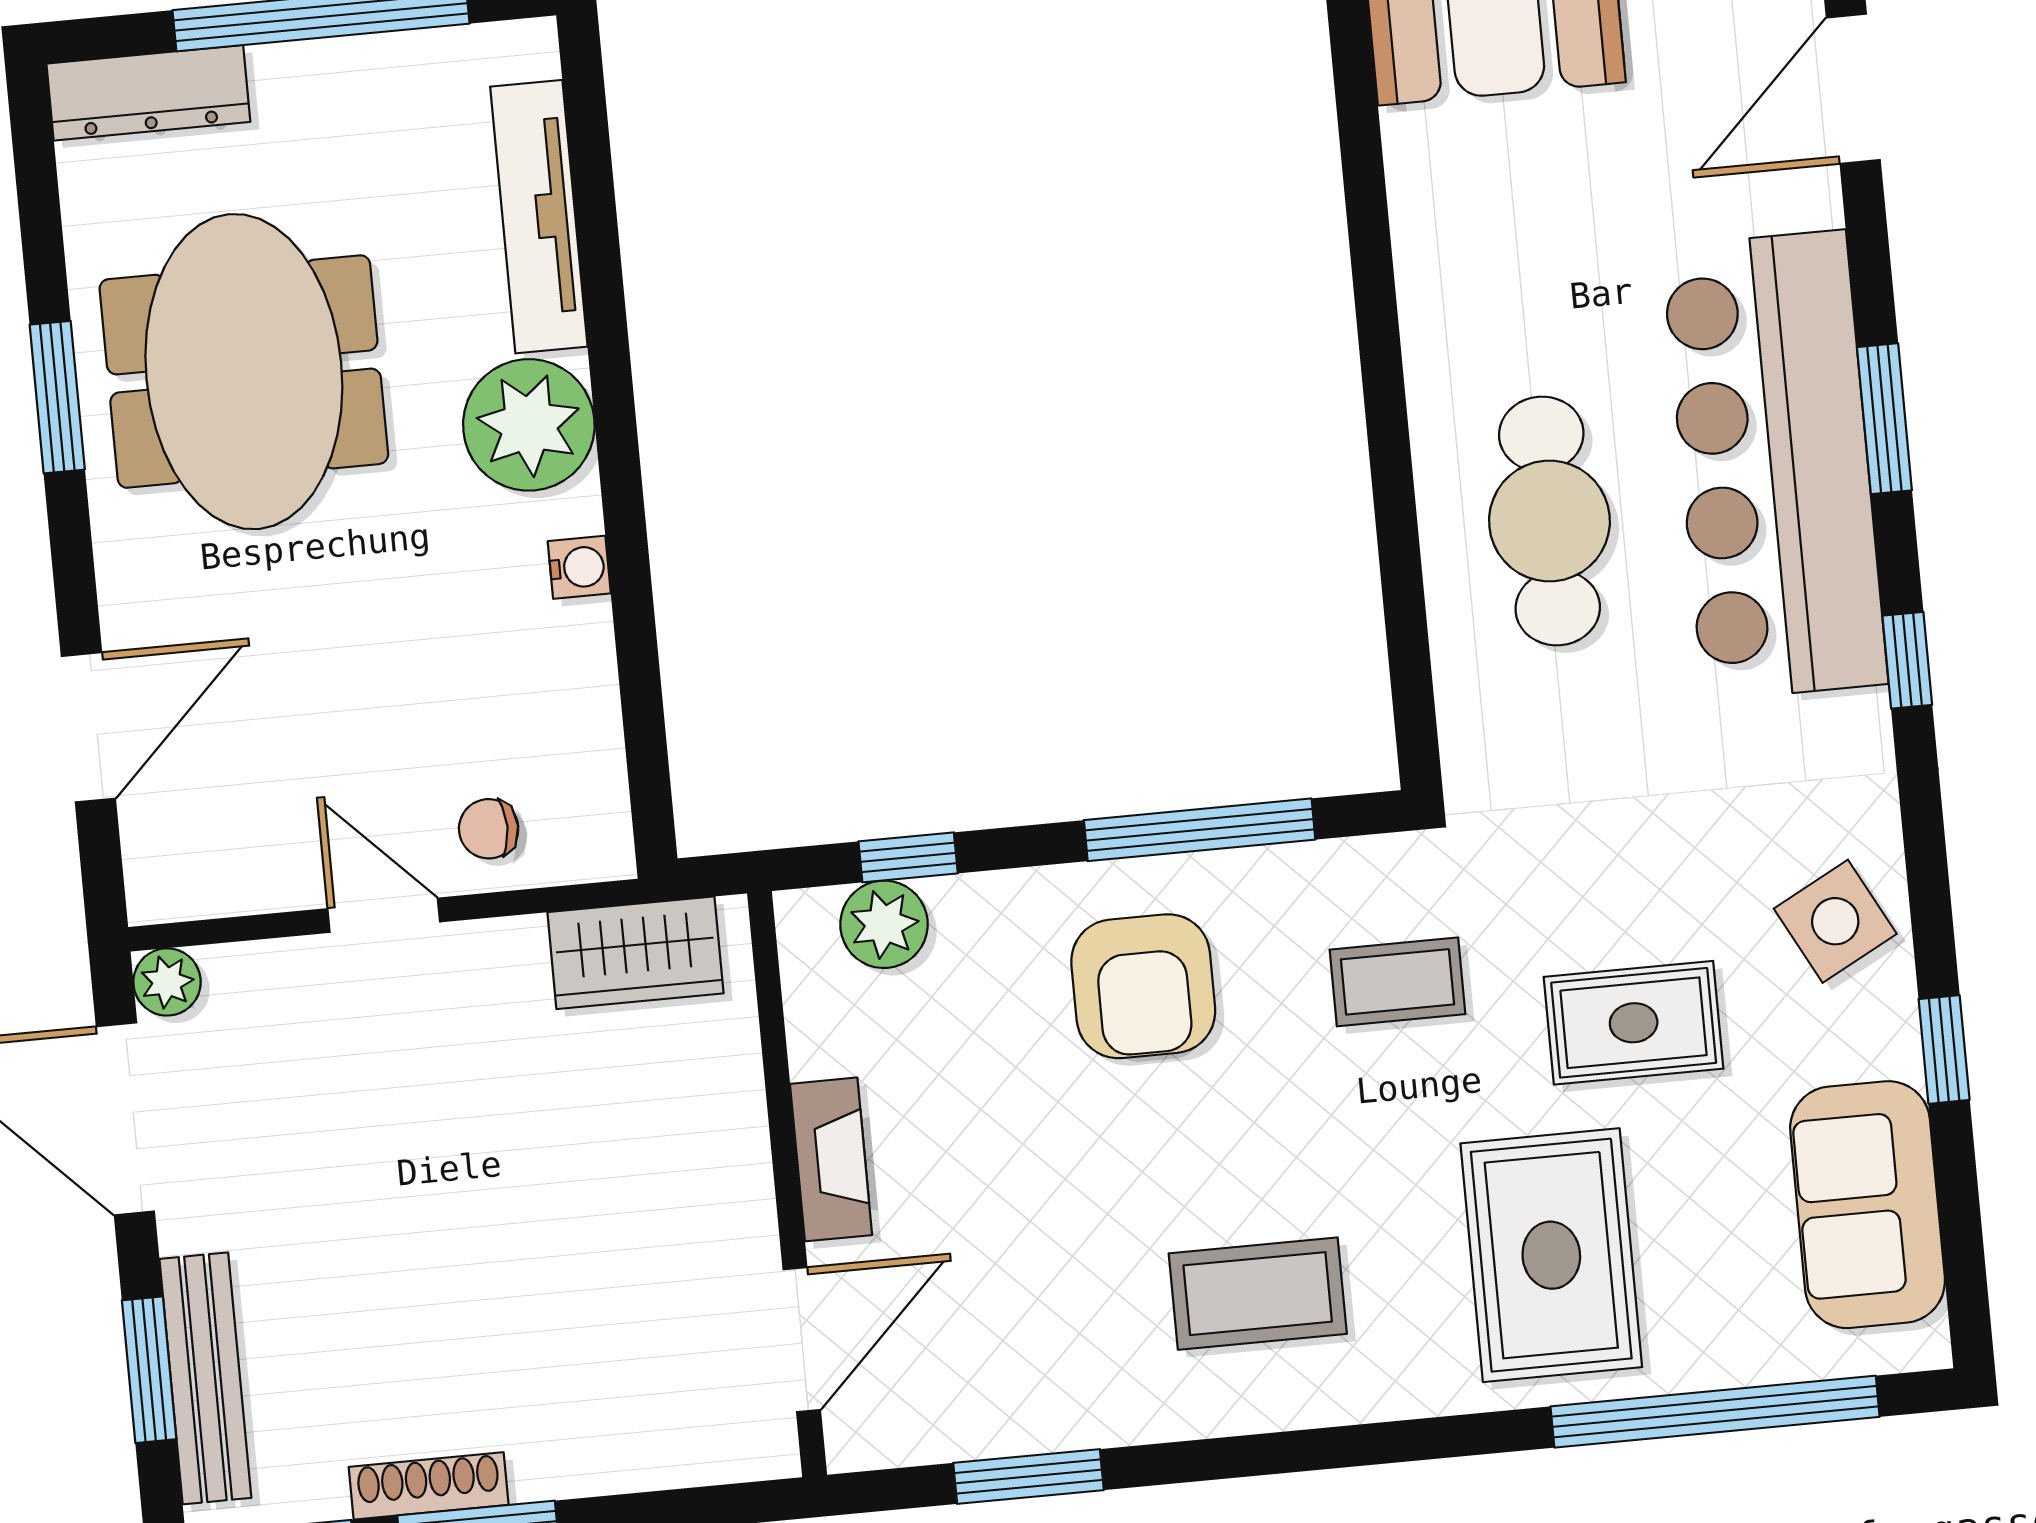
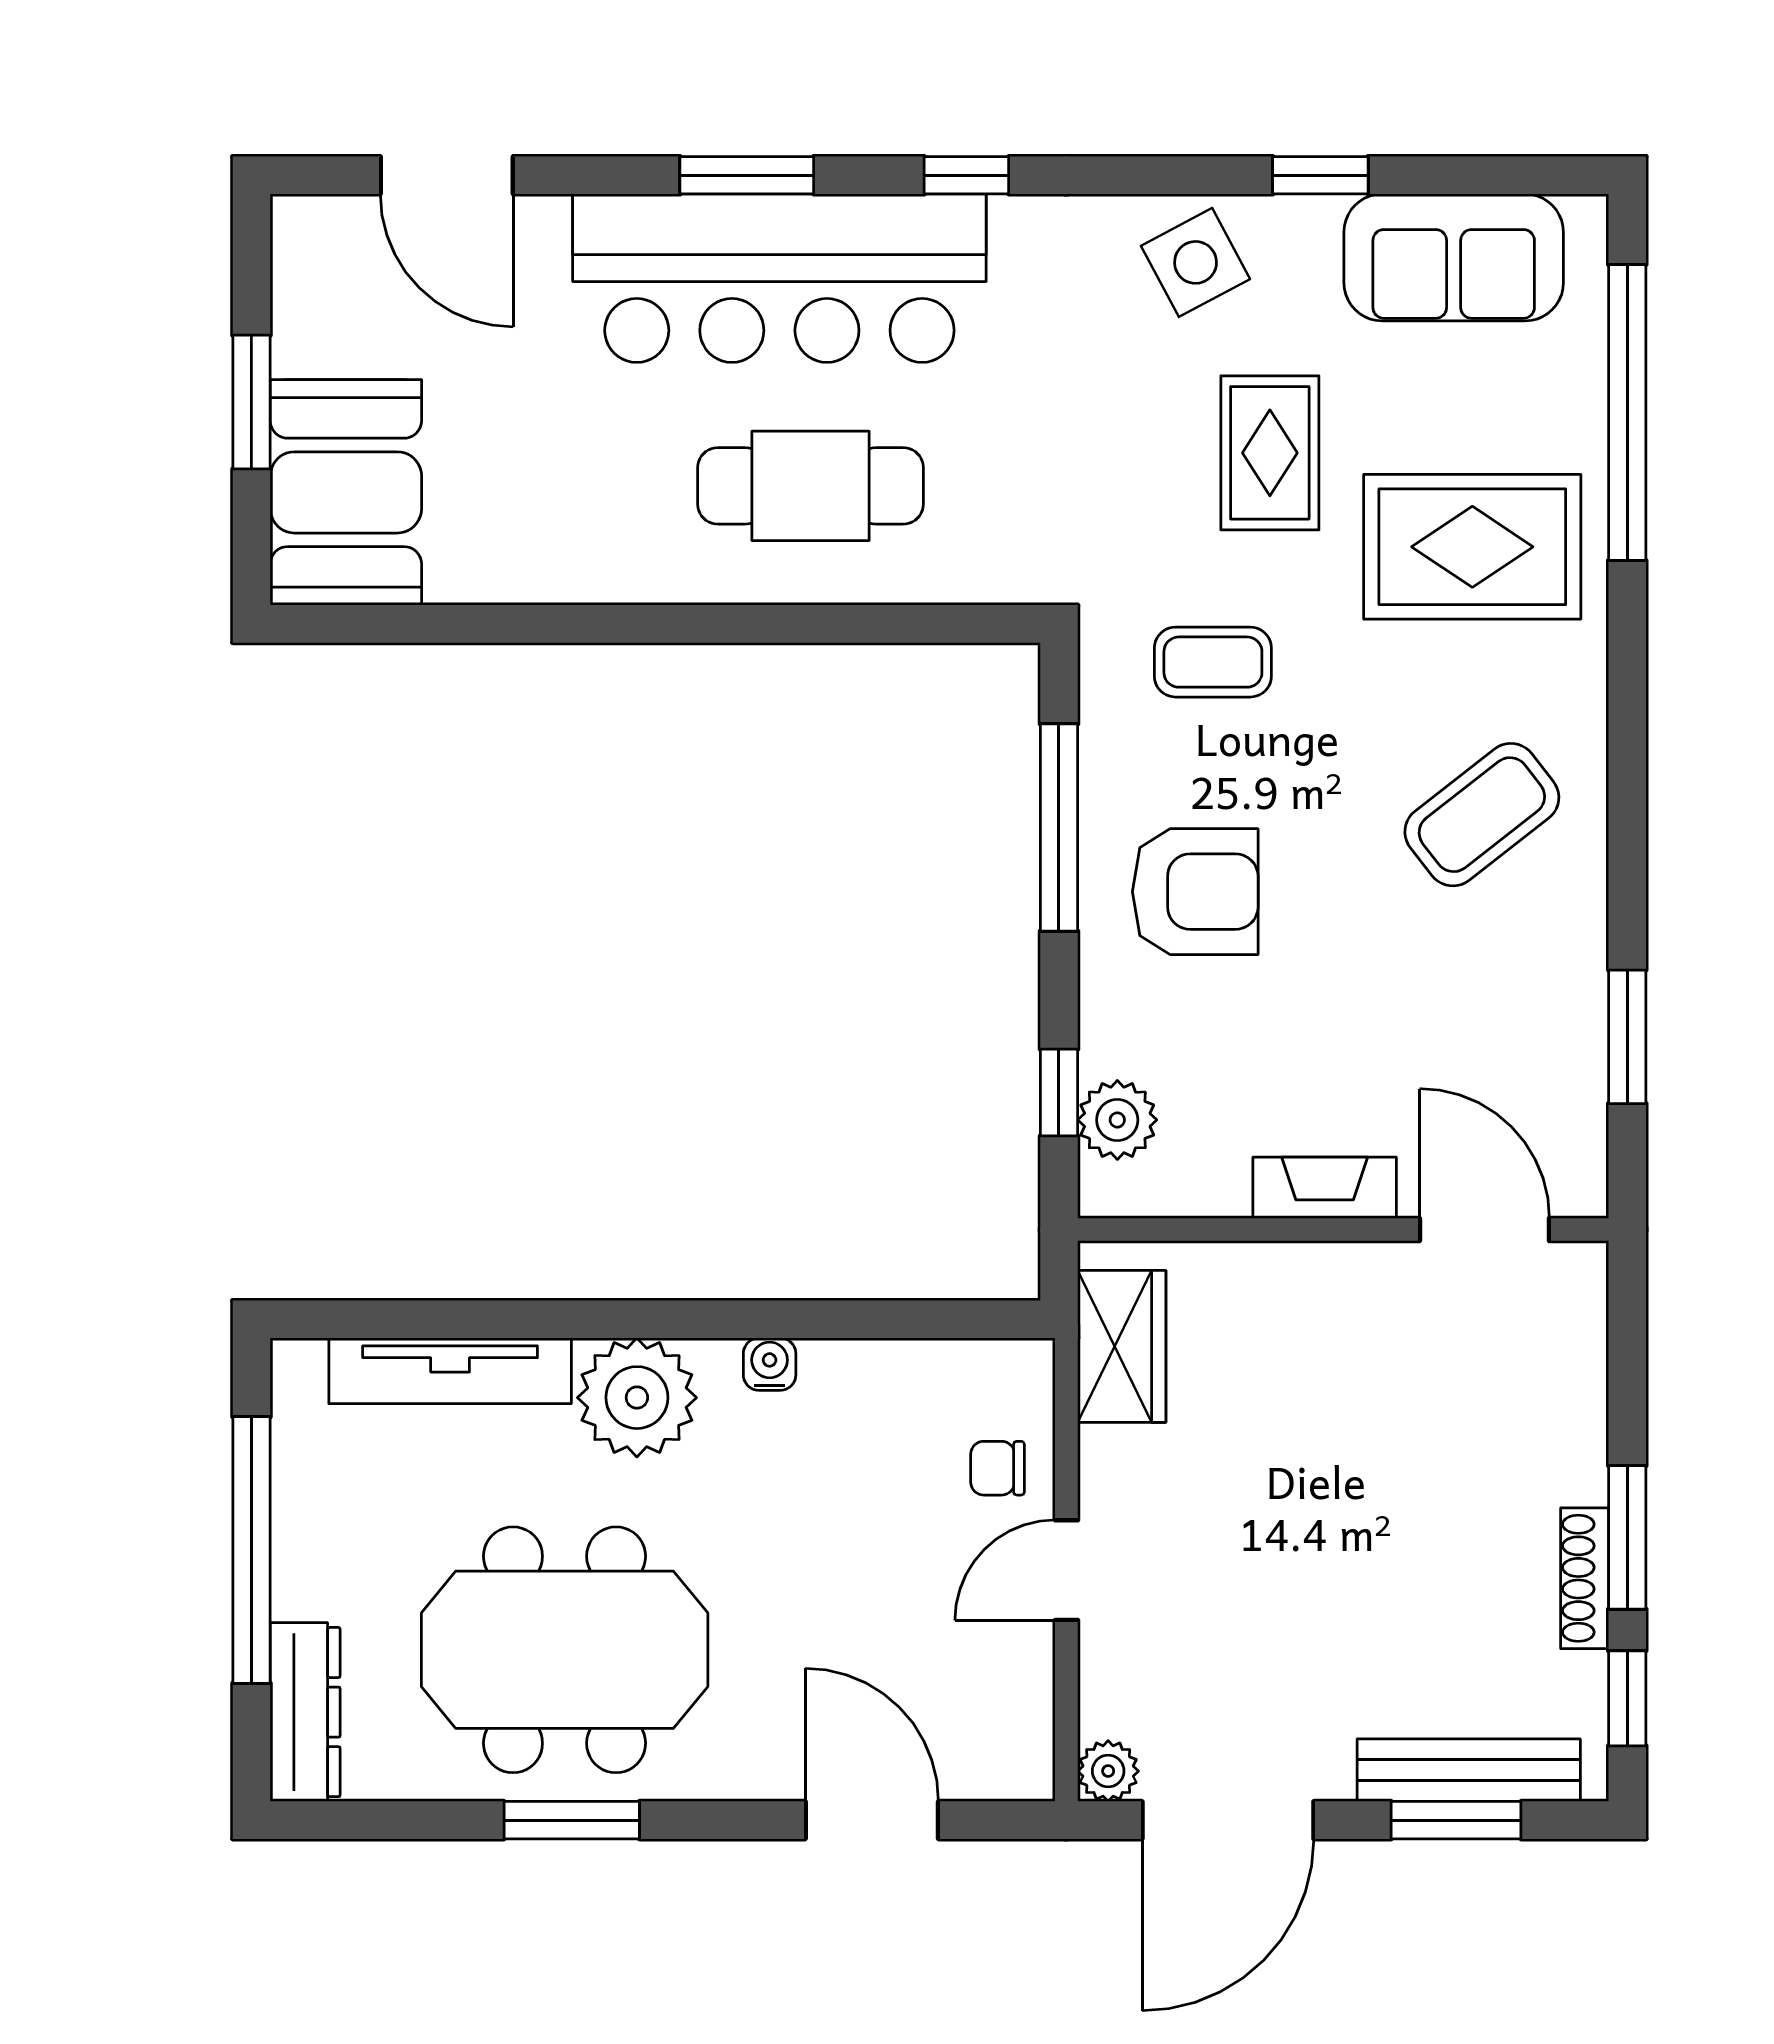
chair: (489, 829) -> (997, 1468), turned 90
coffee table: (1397, 982) -> (1213, 662), turned 90
coffee table: (1258, 1294) -> (1482, 815), turned 52

